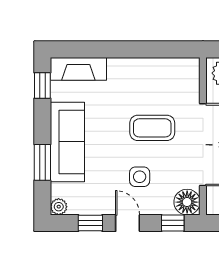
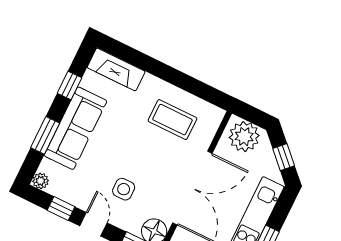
window: (42, 85) -> (70, 85), moved
coffee table: (152, 128) -> (172, 120), moved

